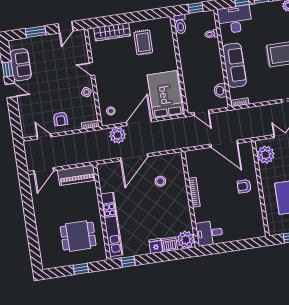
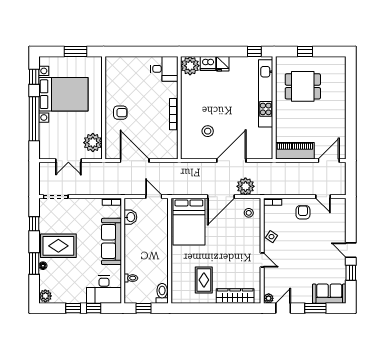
plant: (81, 34) -> (269, 298), added
sofa: (21, 65) -> (329, 294), moved, turned 90

